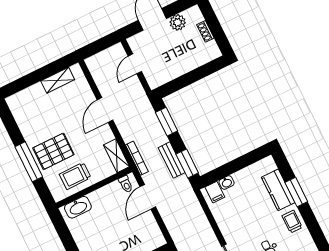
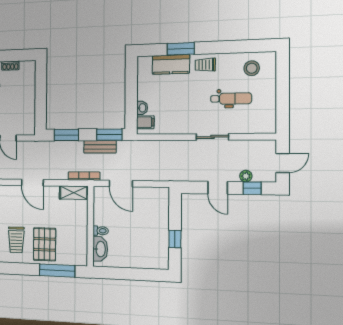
window: (29, 162) -> (57, 270), moved
trolley: (75, 176) -> (16, 240), moved
toilet: (126, 184) -> (101, 231), moved

